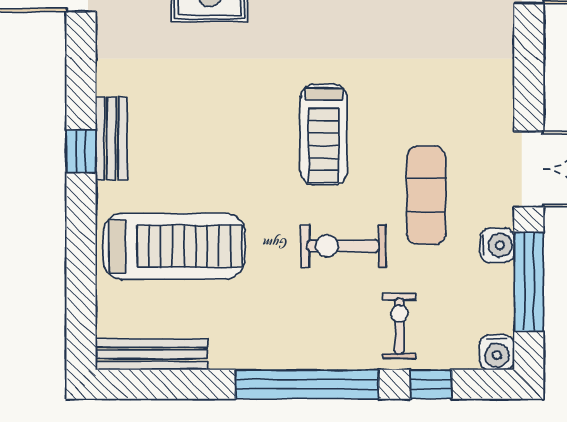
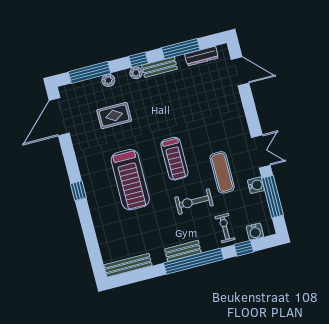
bench: (111, 139) -> (183, 251), moved, turned 90
treadmill: (174, 246) -> (130, 180), moved, turned 90
water cooler: (497, 352) -> (255, 232), moved

